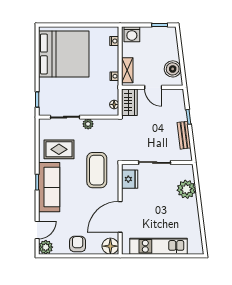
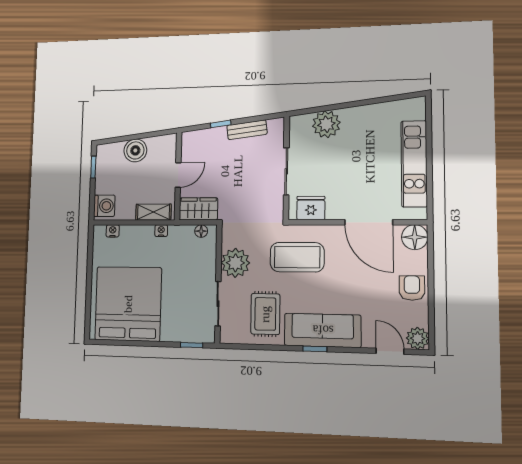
boiler: (173, 69) -> (135, 150), moved
plant: (88, 124) -> (235, 263), width x1.88, depth x1.88
armchair: (78, 244) -> (412, 288), turned 90

